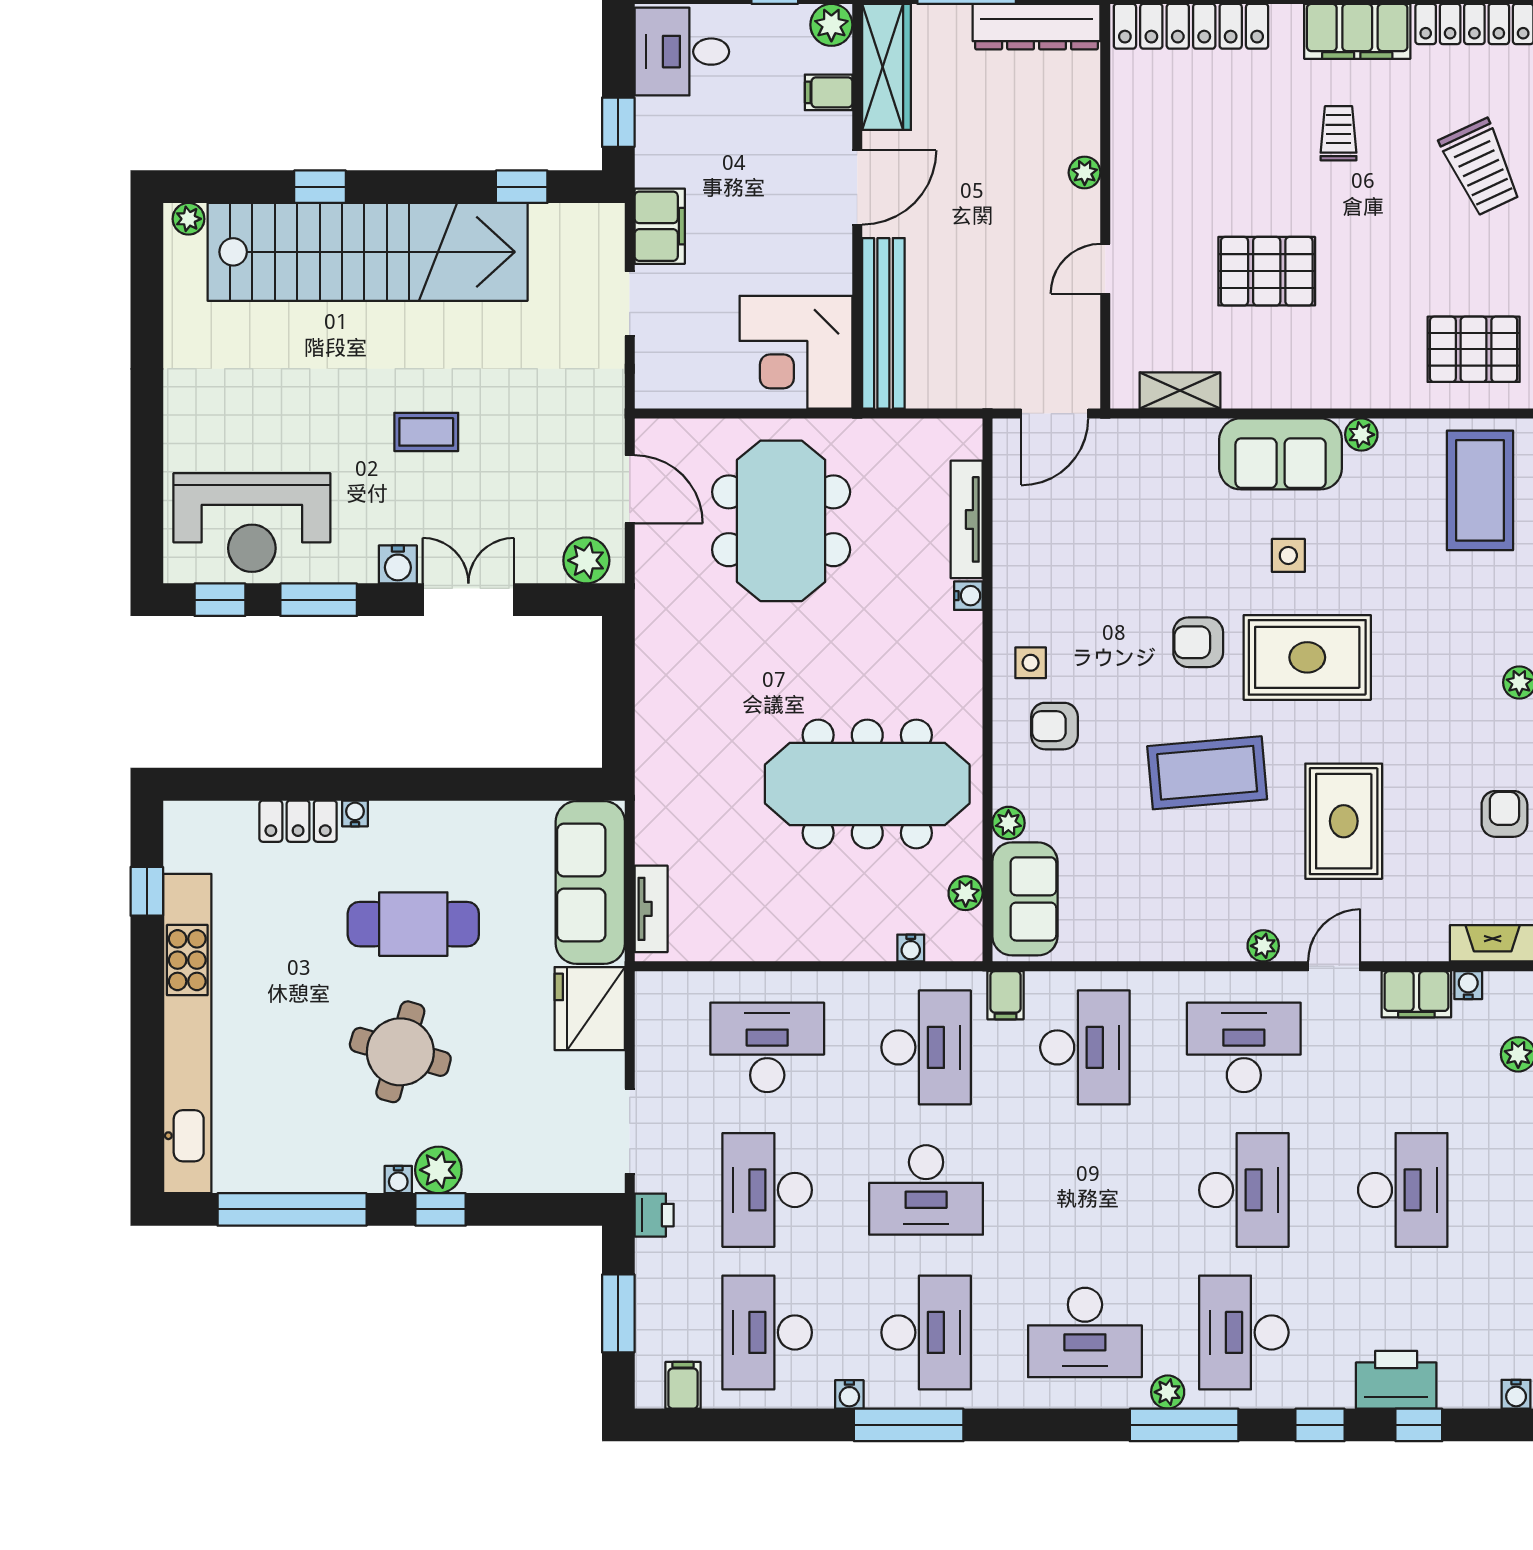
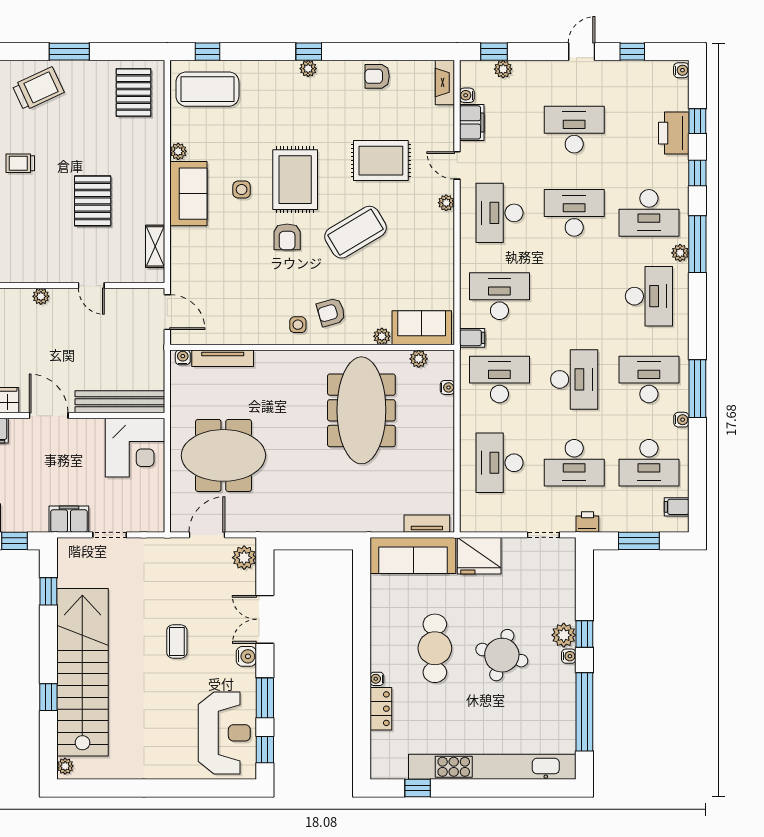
water cooler: (968, 596) -> (183, 357), moved
armchair: (1054, 726) -> (331, 312), turned 74
coffee table: (1207, 773) -> (355, 232), turned 64
doorway: (630, 1131) -> (543, 535), width x0.73

